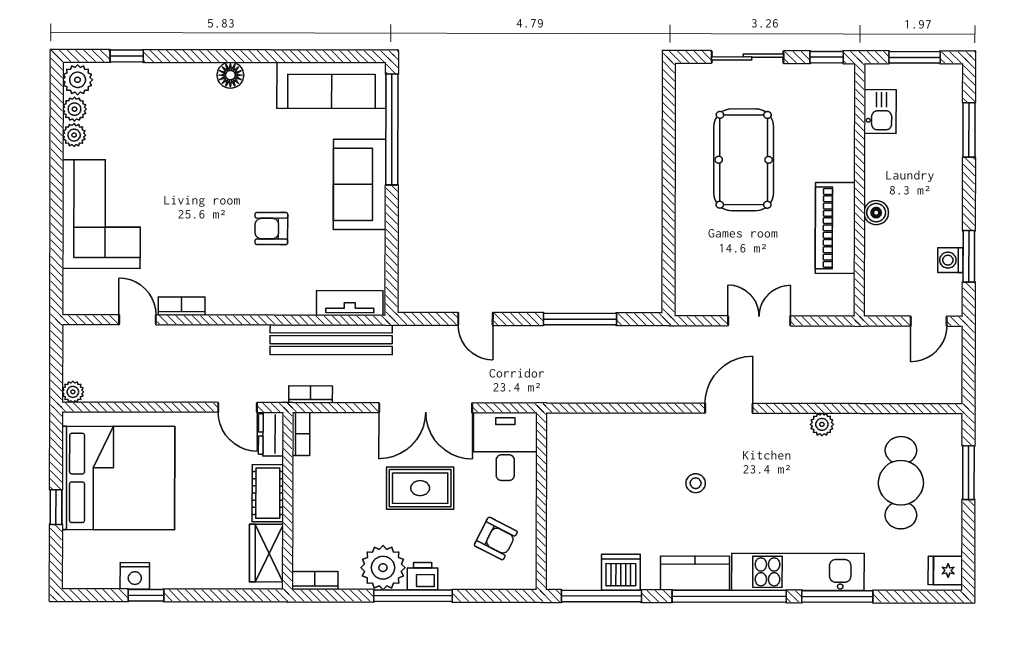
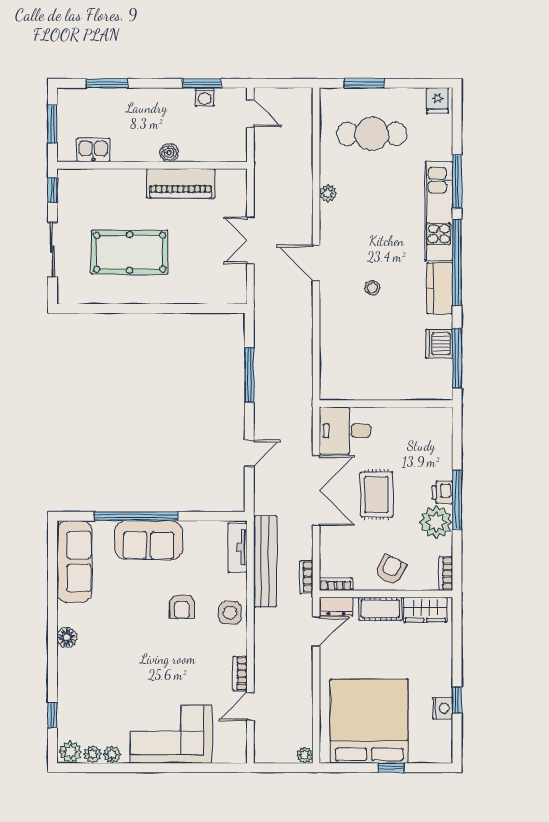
window: (392, 129) -> (136, 516), moved
side table: (263, 293) -> (230, 613), added
armchair: (496, 538) -> (390, 569), moved

